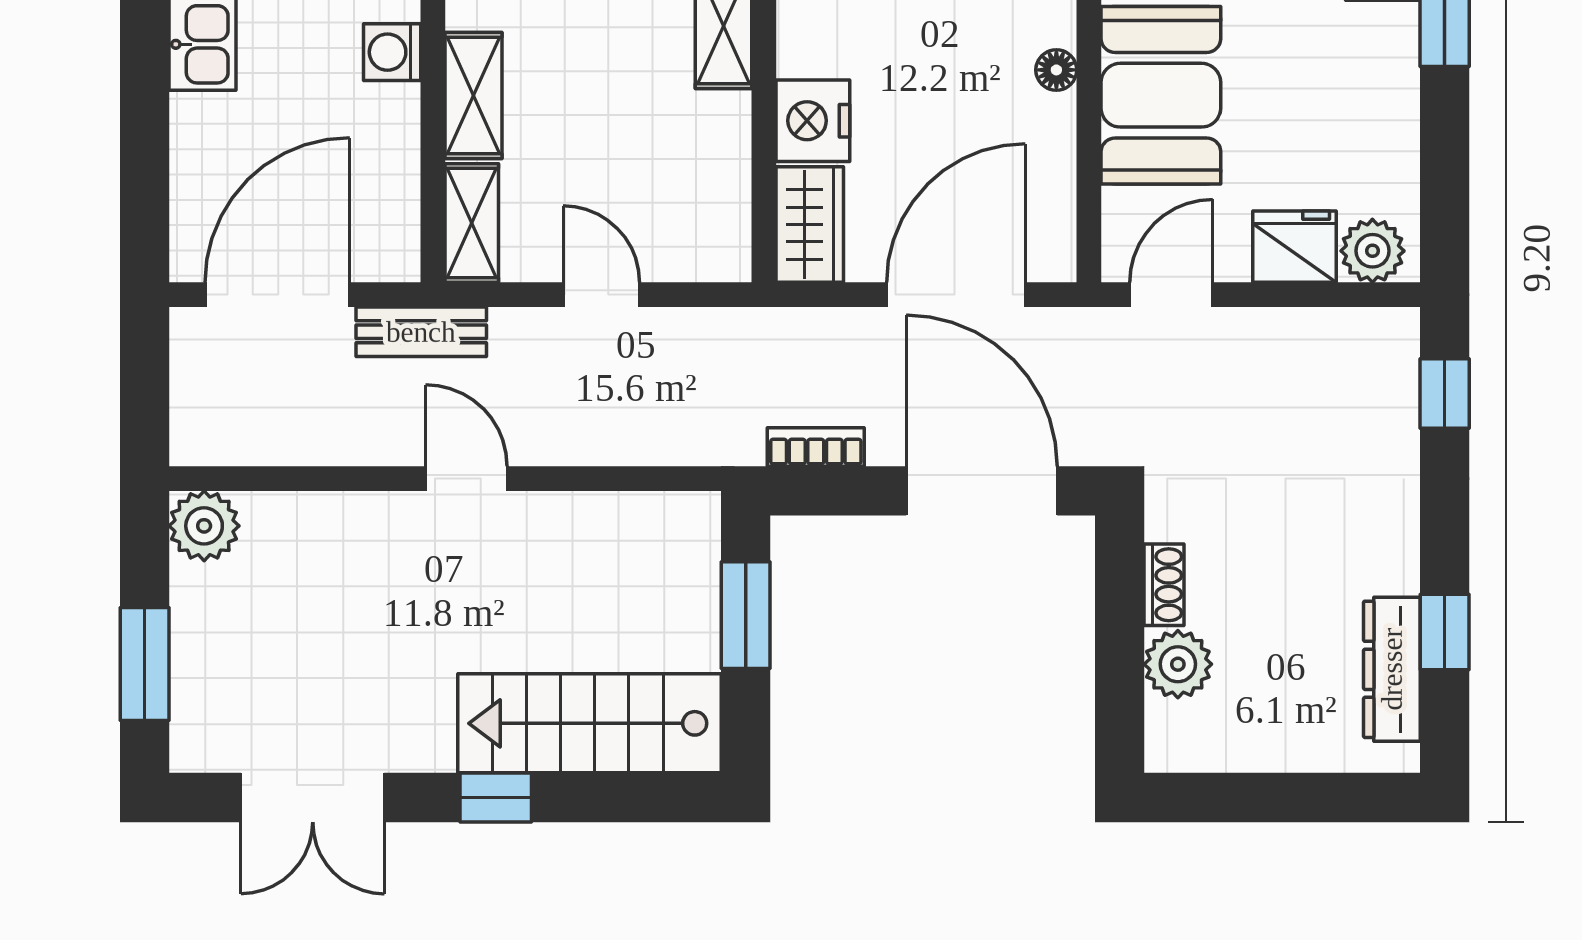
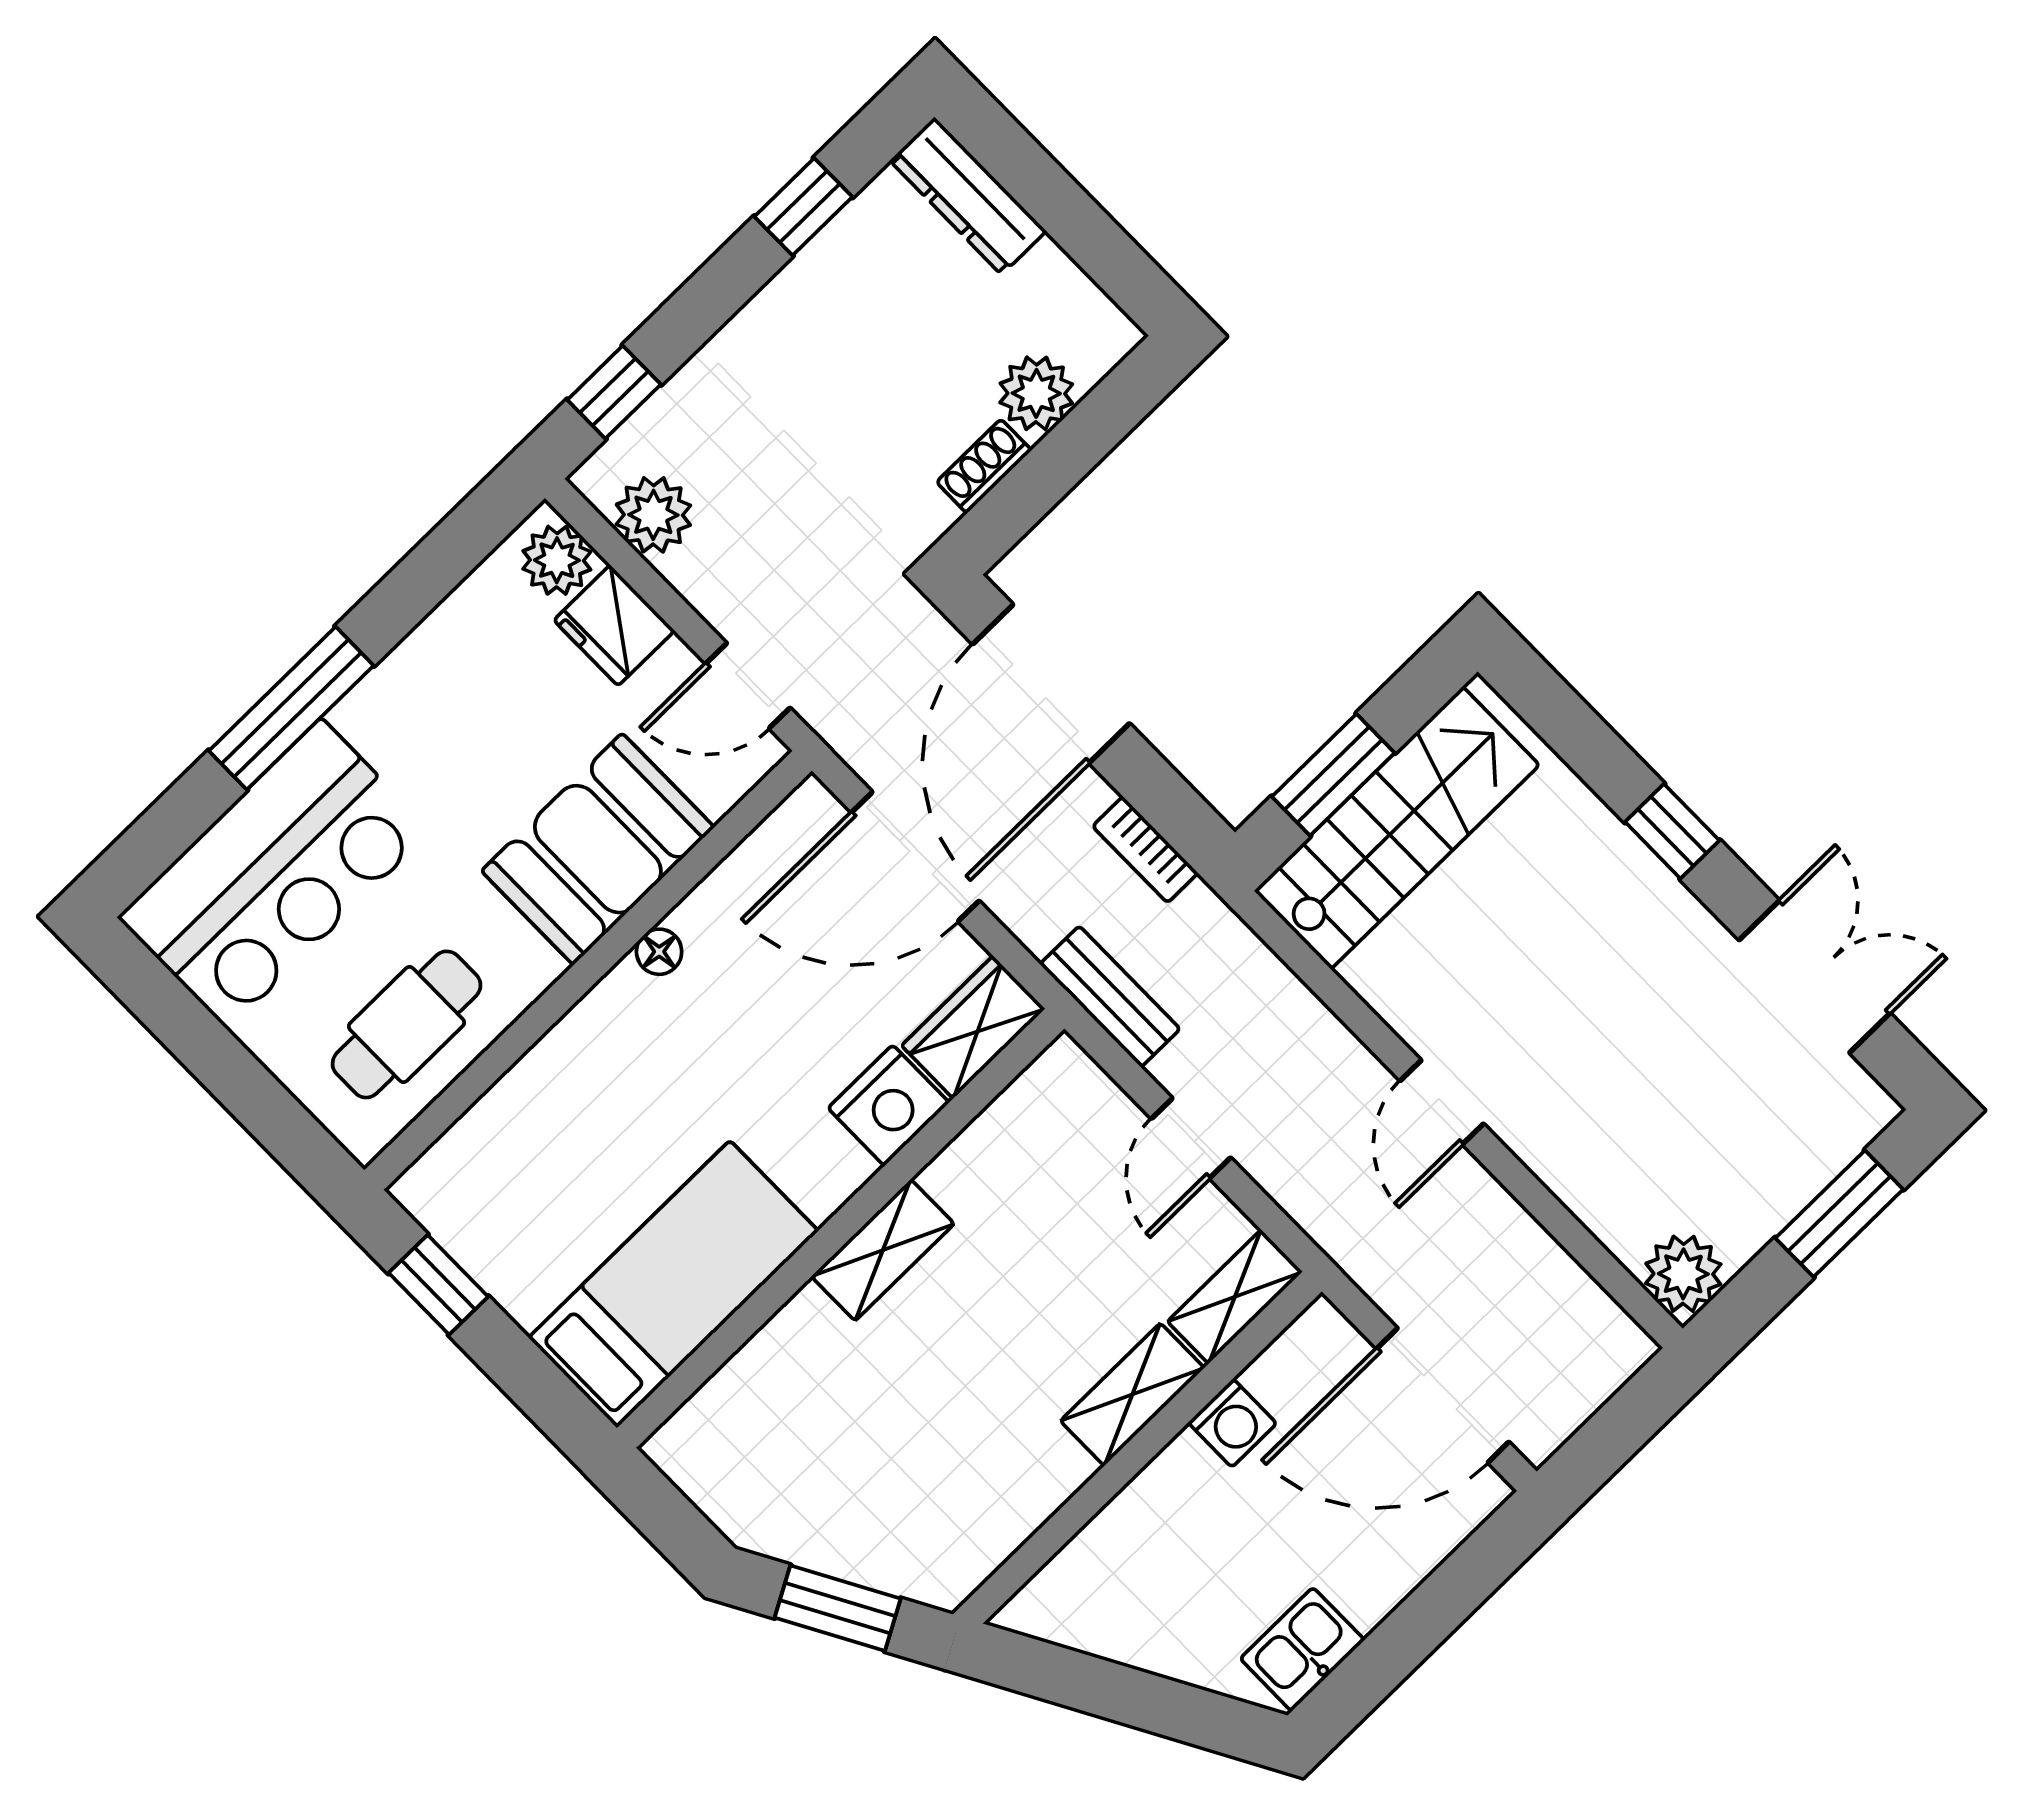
washing machine: (392, 52) -> (1232, 1423), moved
bench: (421, 332) -> (1110, 997), moved
plant: (1341, 341) -> (653, 515), added
dresser: (1392, 669) -> (968, 196), moved, turned 90
stairs: (589, 723) -> (1397, 828), moved, turned -90

